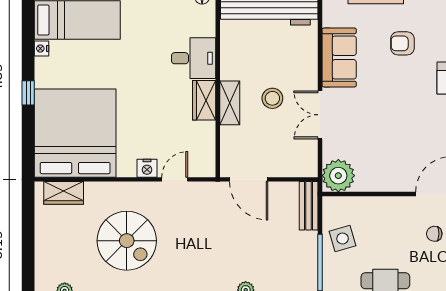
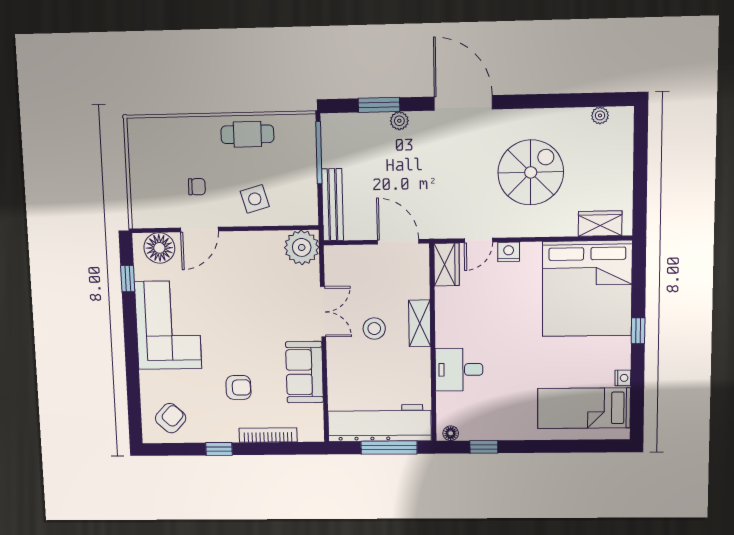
wardrobe: (204, 100) -> (447, 265), moved
bench: (309, 206) -> (333, 205), width x1.36
side table: (343, 238) -> (255, 199), moved
spiral stairs: (127, 241) -> (531, 172), turned 90

